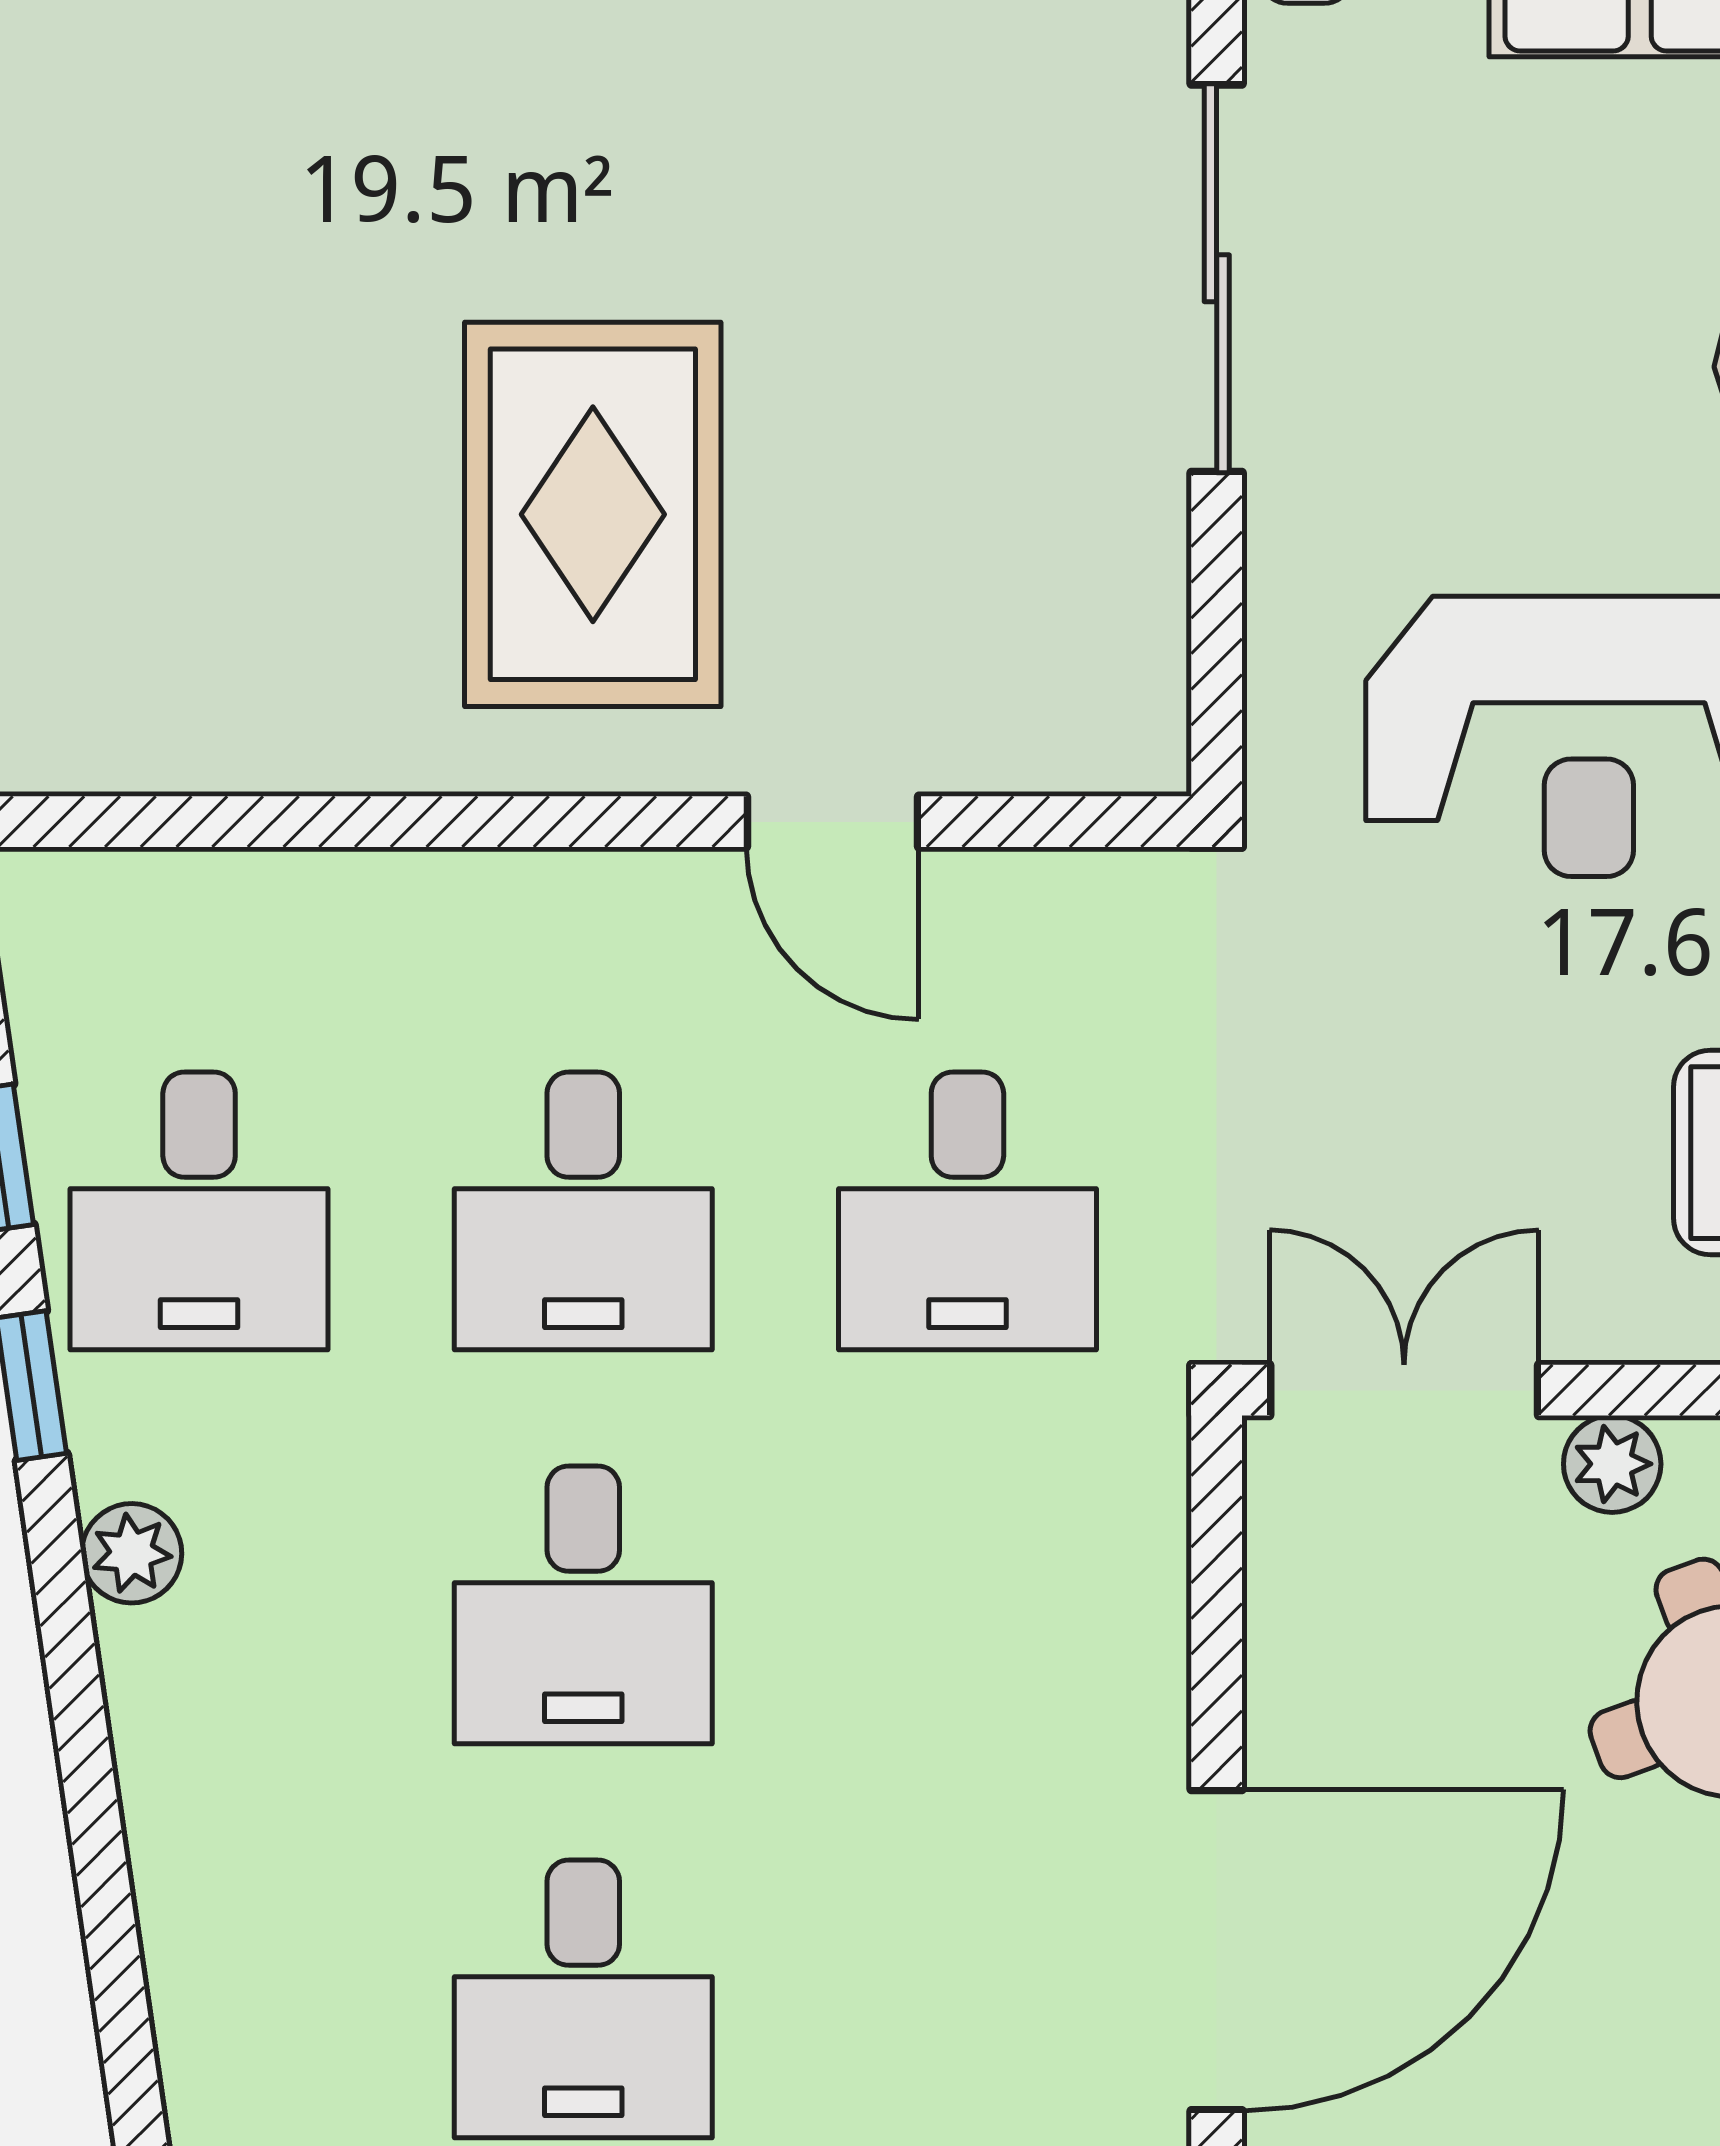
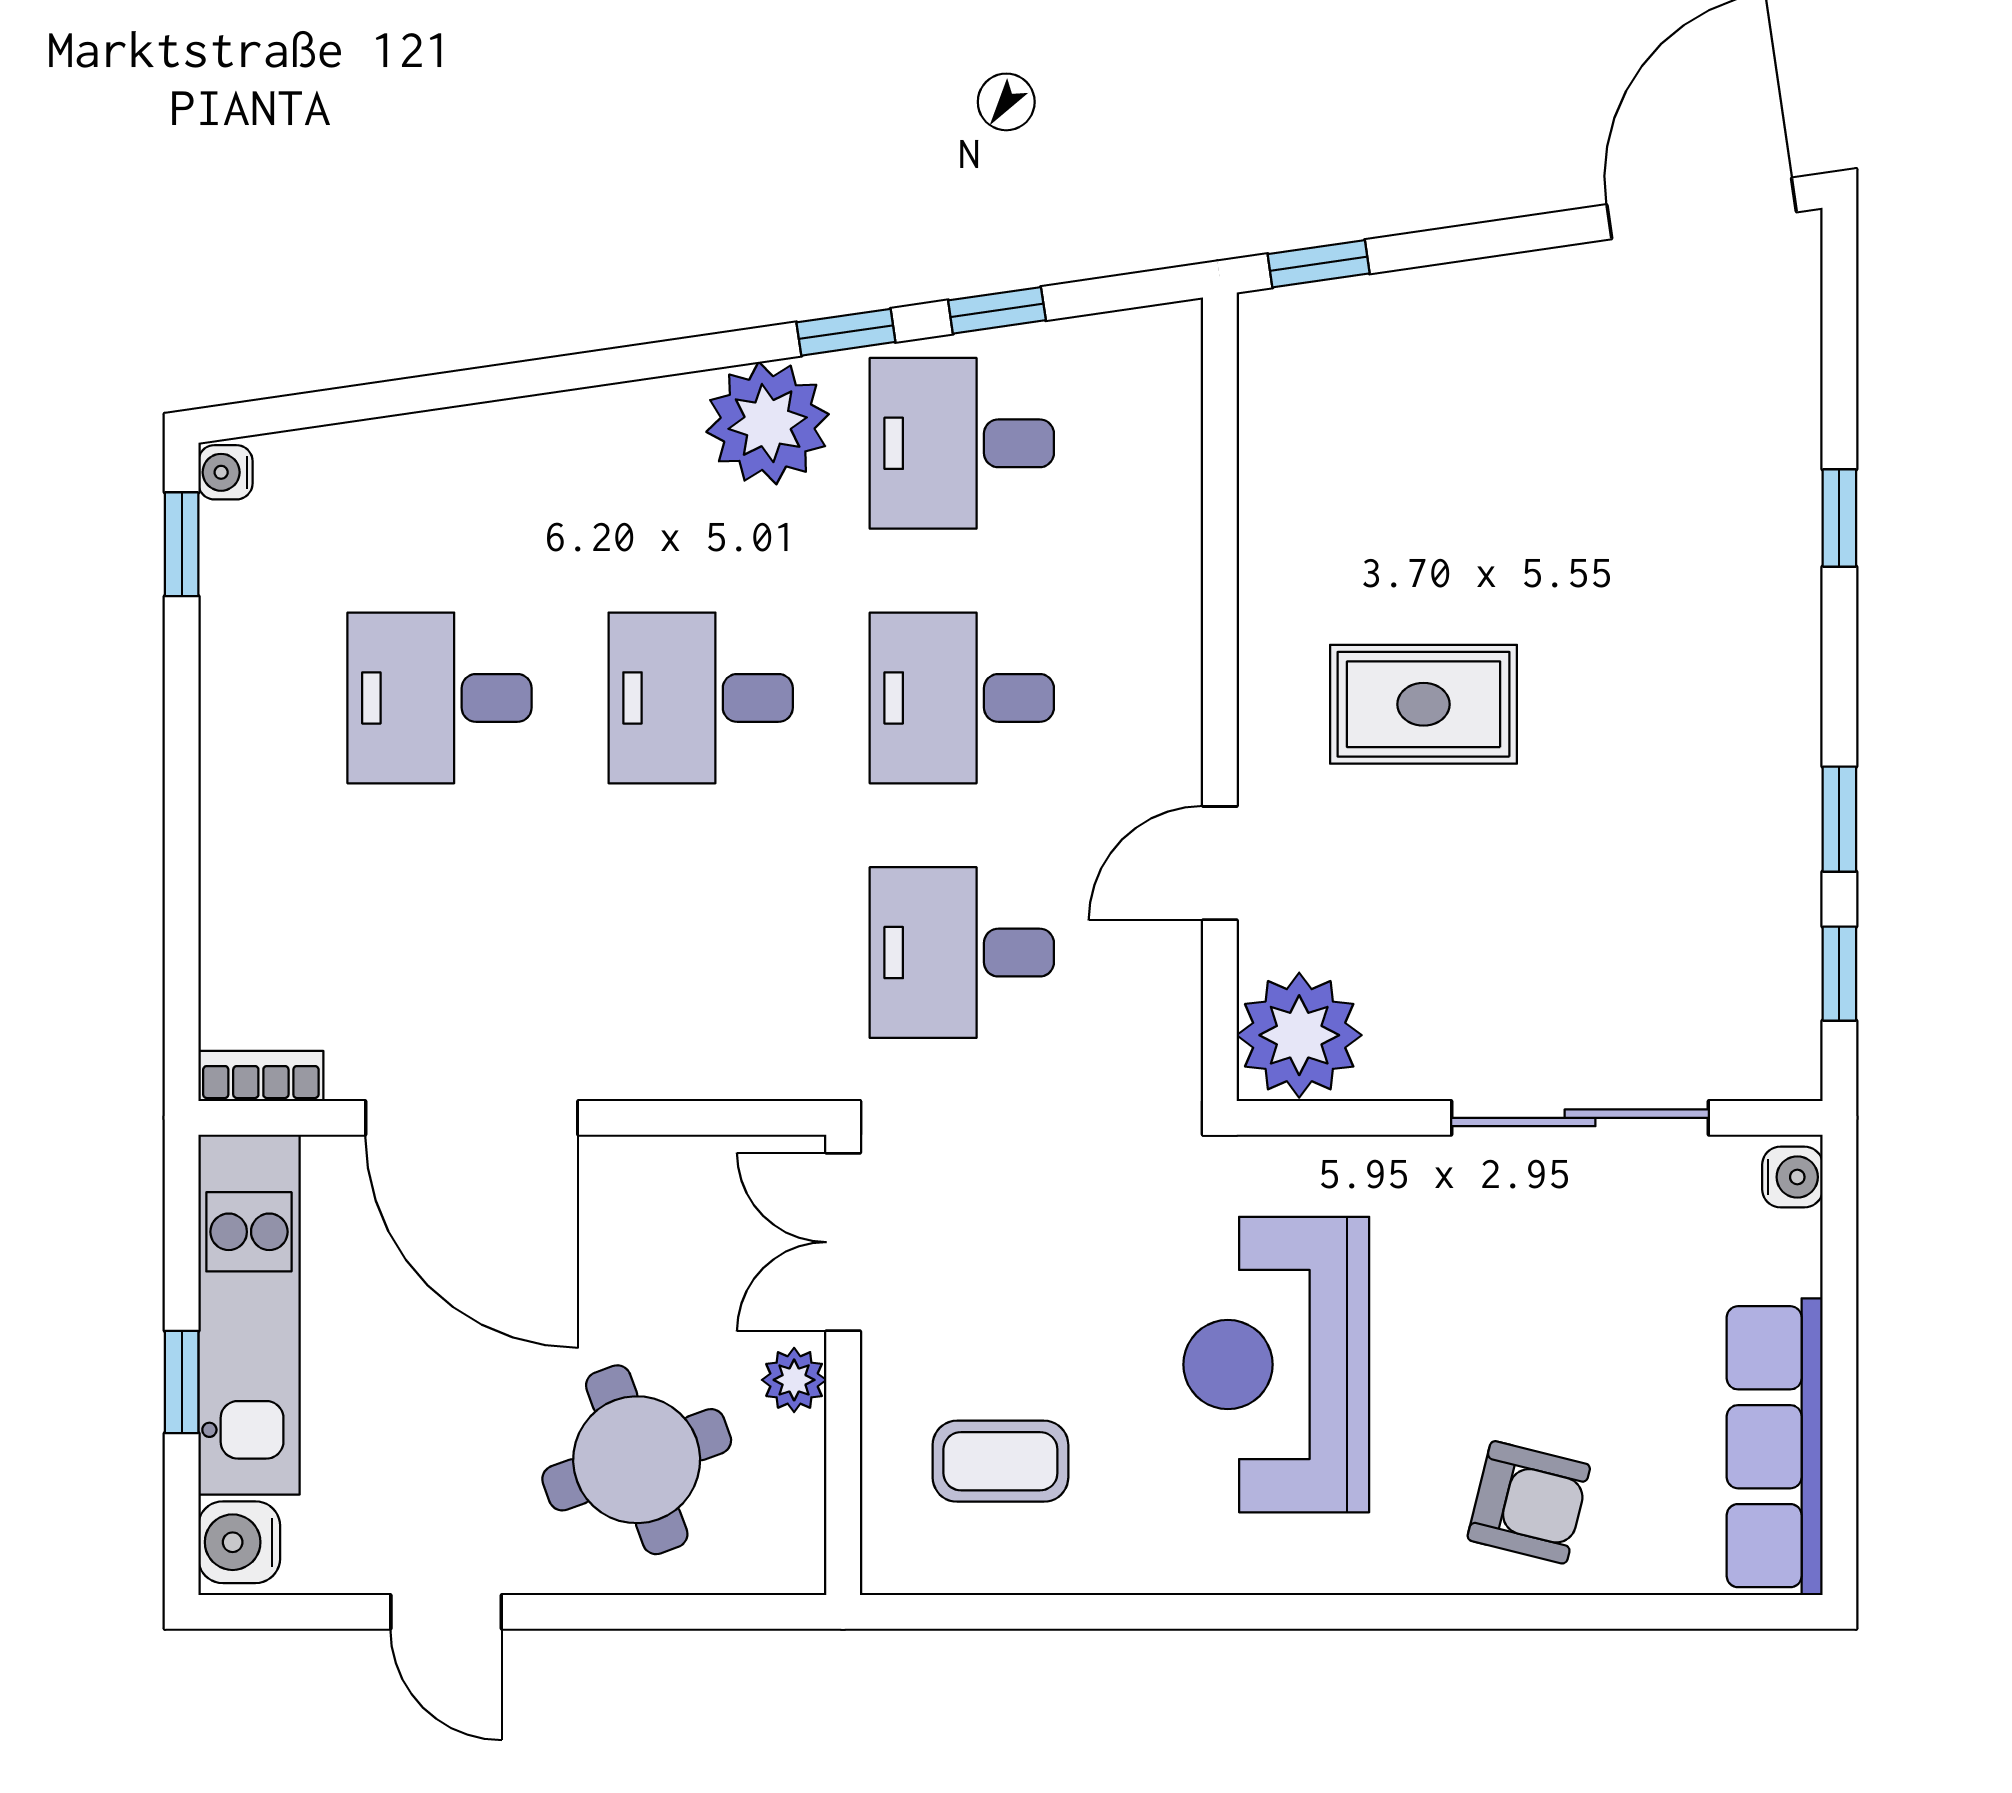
rug: (593, 514) -> (1424, 704), width x0.73, depth x0.70
plant: (1092, 702) -> (1299, 1035), added
double door: (1404, 1390) -> (843, 1242), swing flipped
plant: (132, 1553) -> (768, 423), width x1.88, depth x1.88

